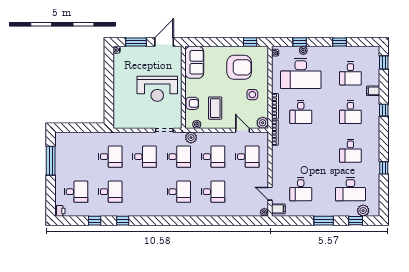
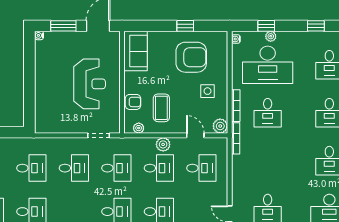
window: (250, 42) -> (185, 26), moved
reception desk: (157, 89) -> (90, 84), turned -90
plant: (191, 138) -> (163, 144), moved

